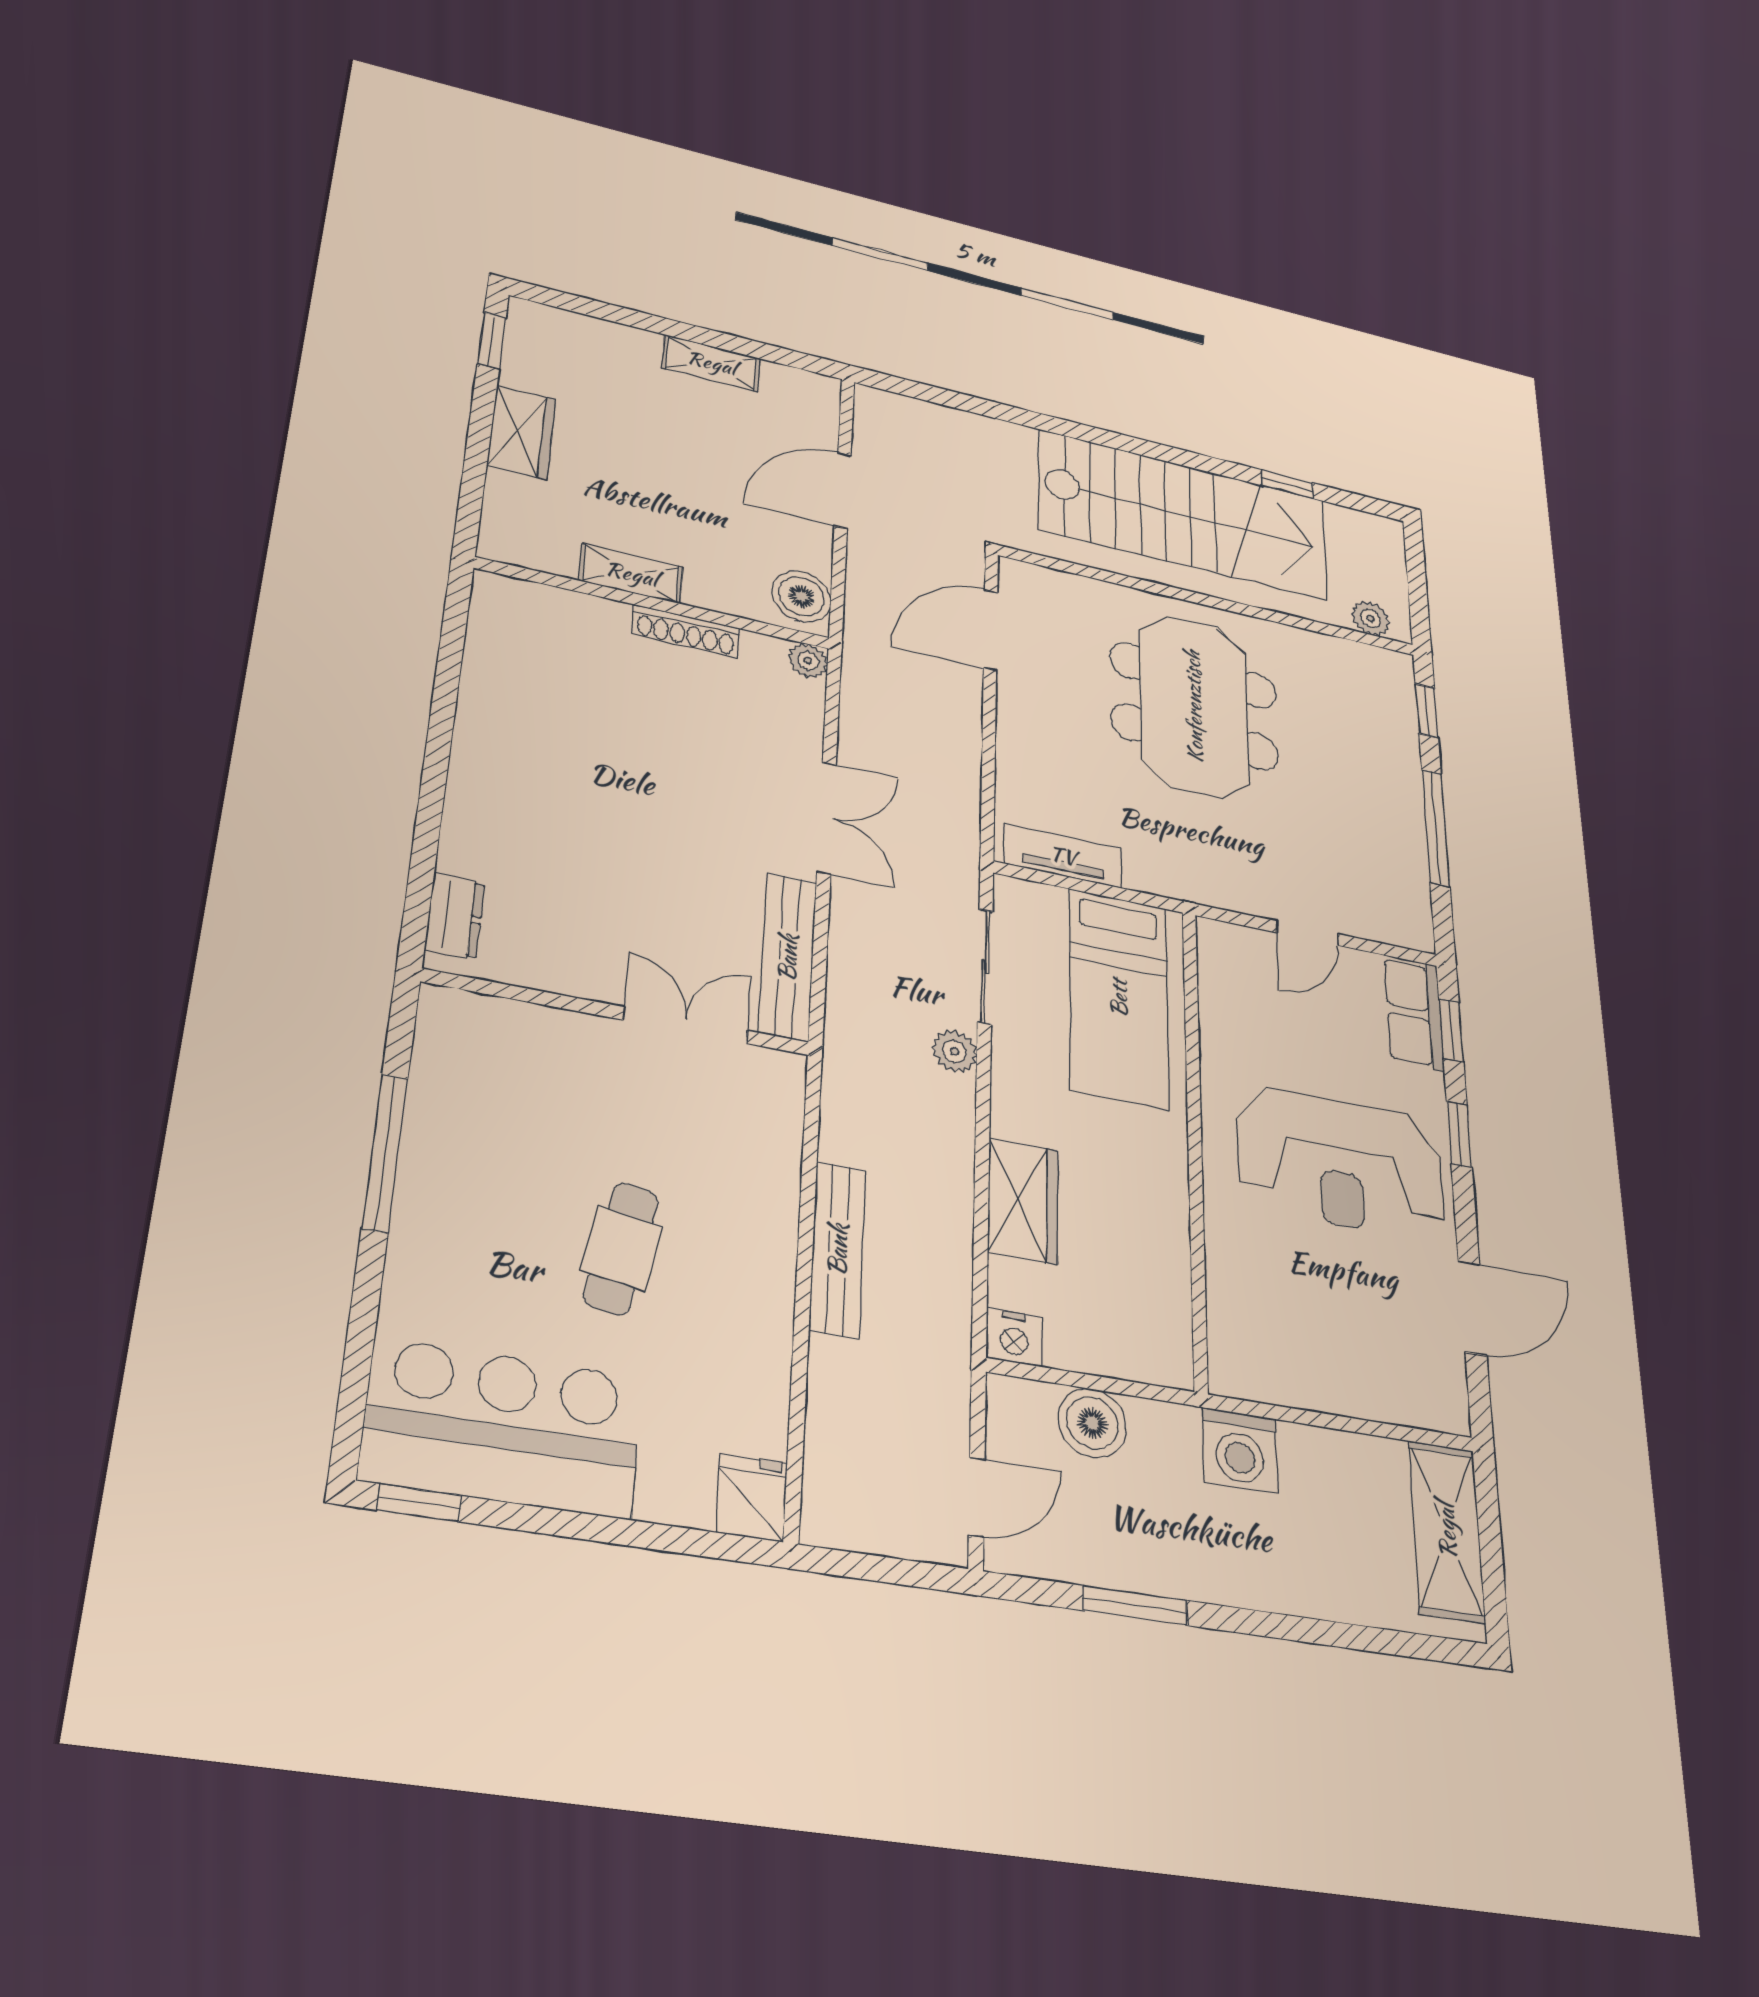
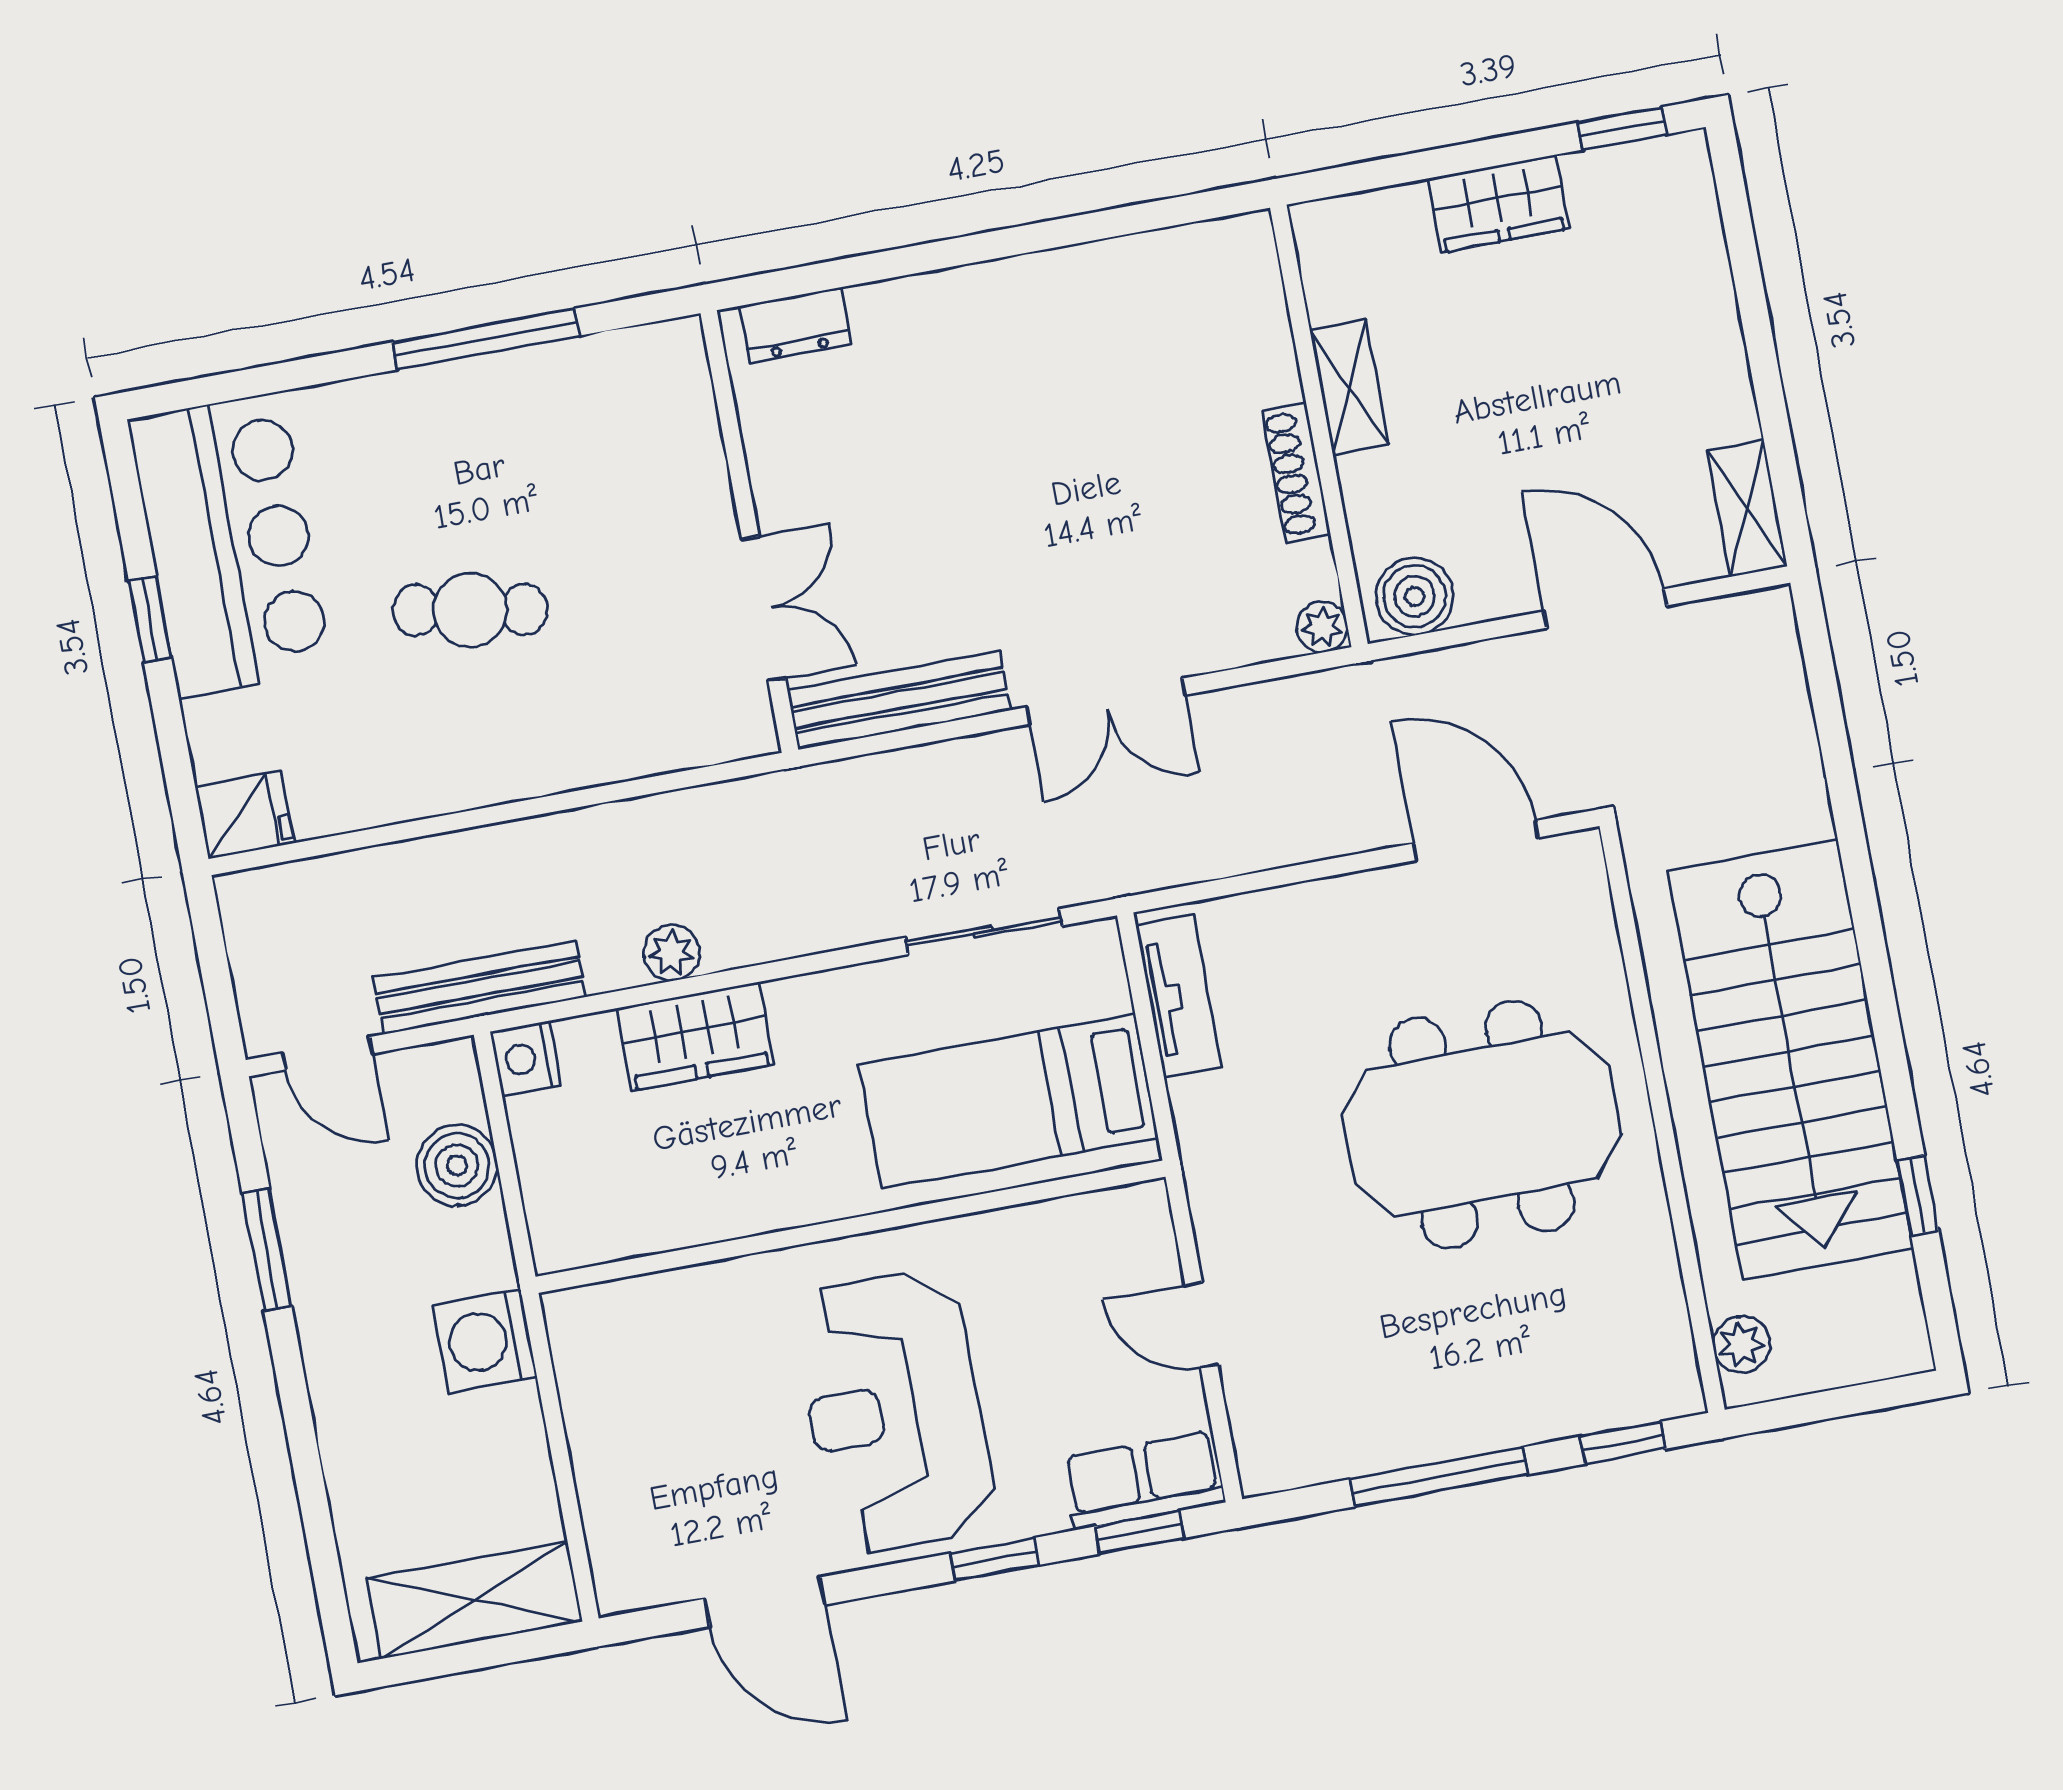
shelving: (711, 363) -> (1747, 509), moved
plant: (955, 1051) -> (671, 953), moved
bench: (838, 1249) -> (480, 987), moved
window: (419, 1503) -> (150, 619), moved

